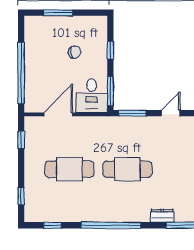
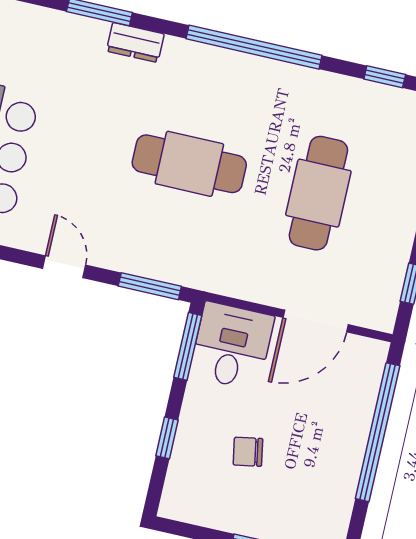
door: (171, 113) -> (64, 267), swing flipped
cafe table: (69, 169) -> (318, 193), turned 90

